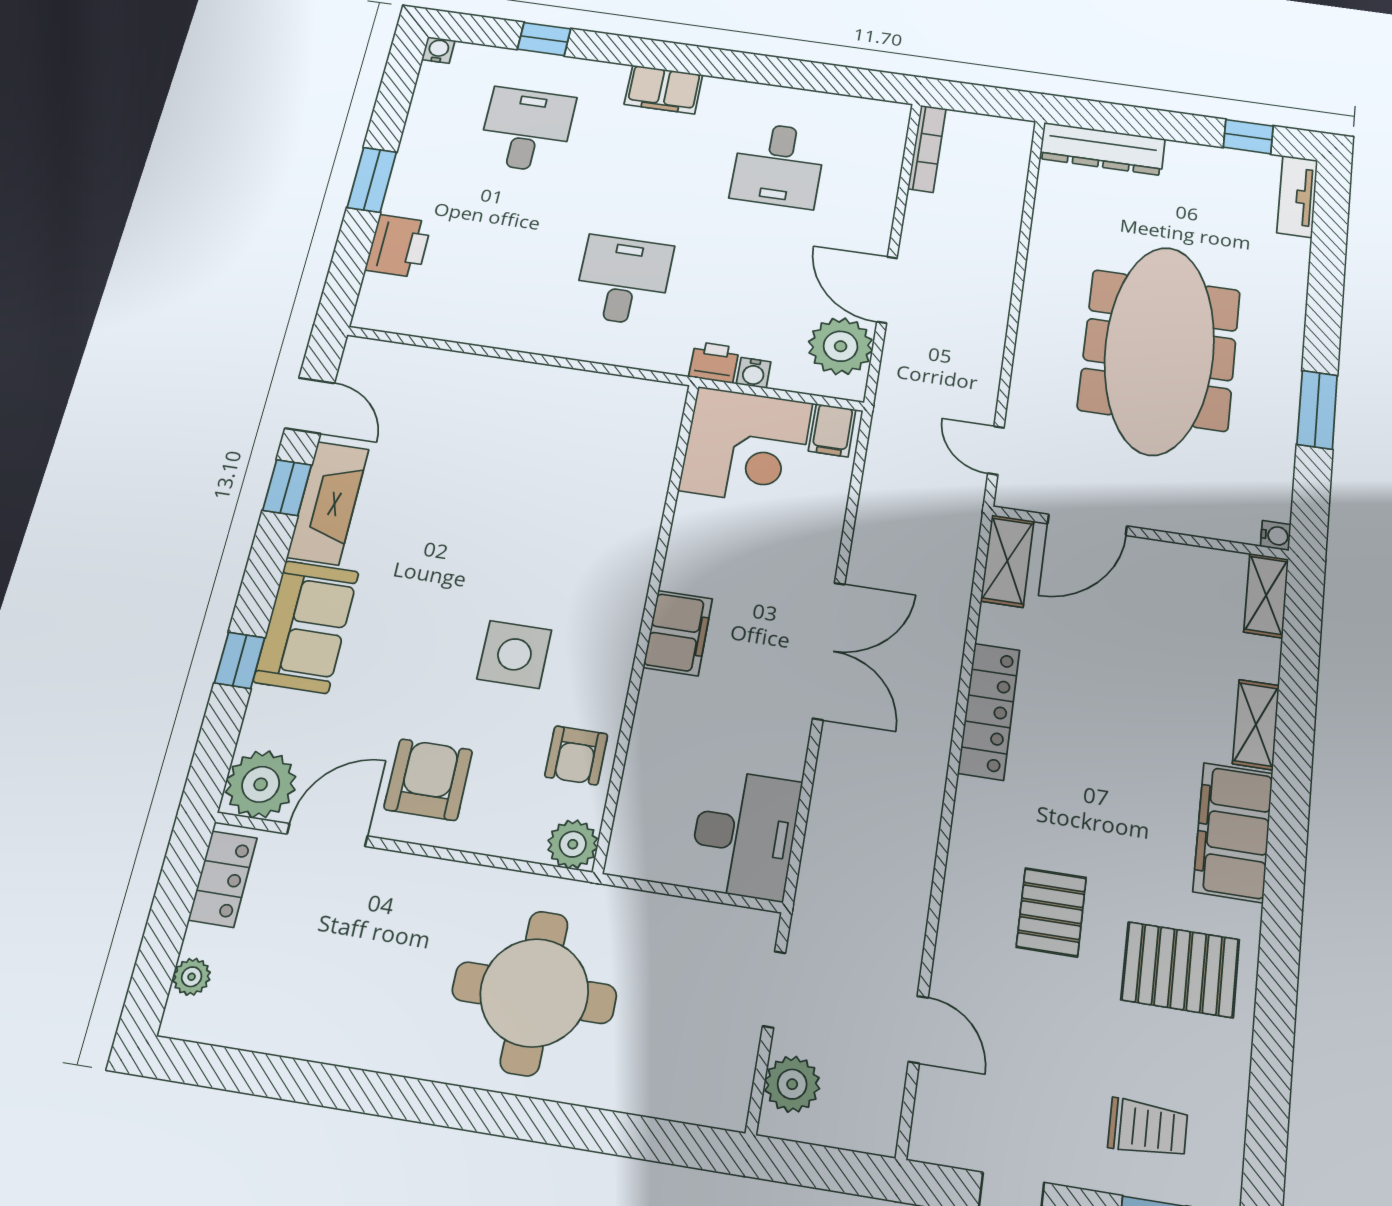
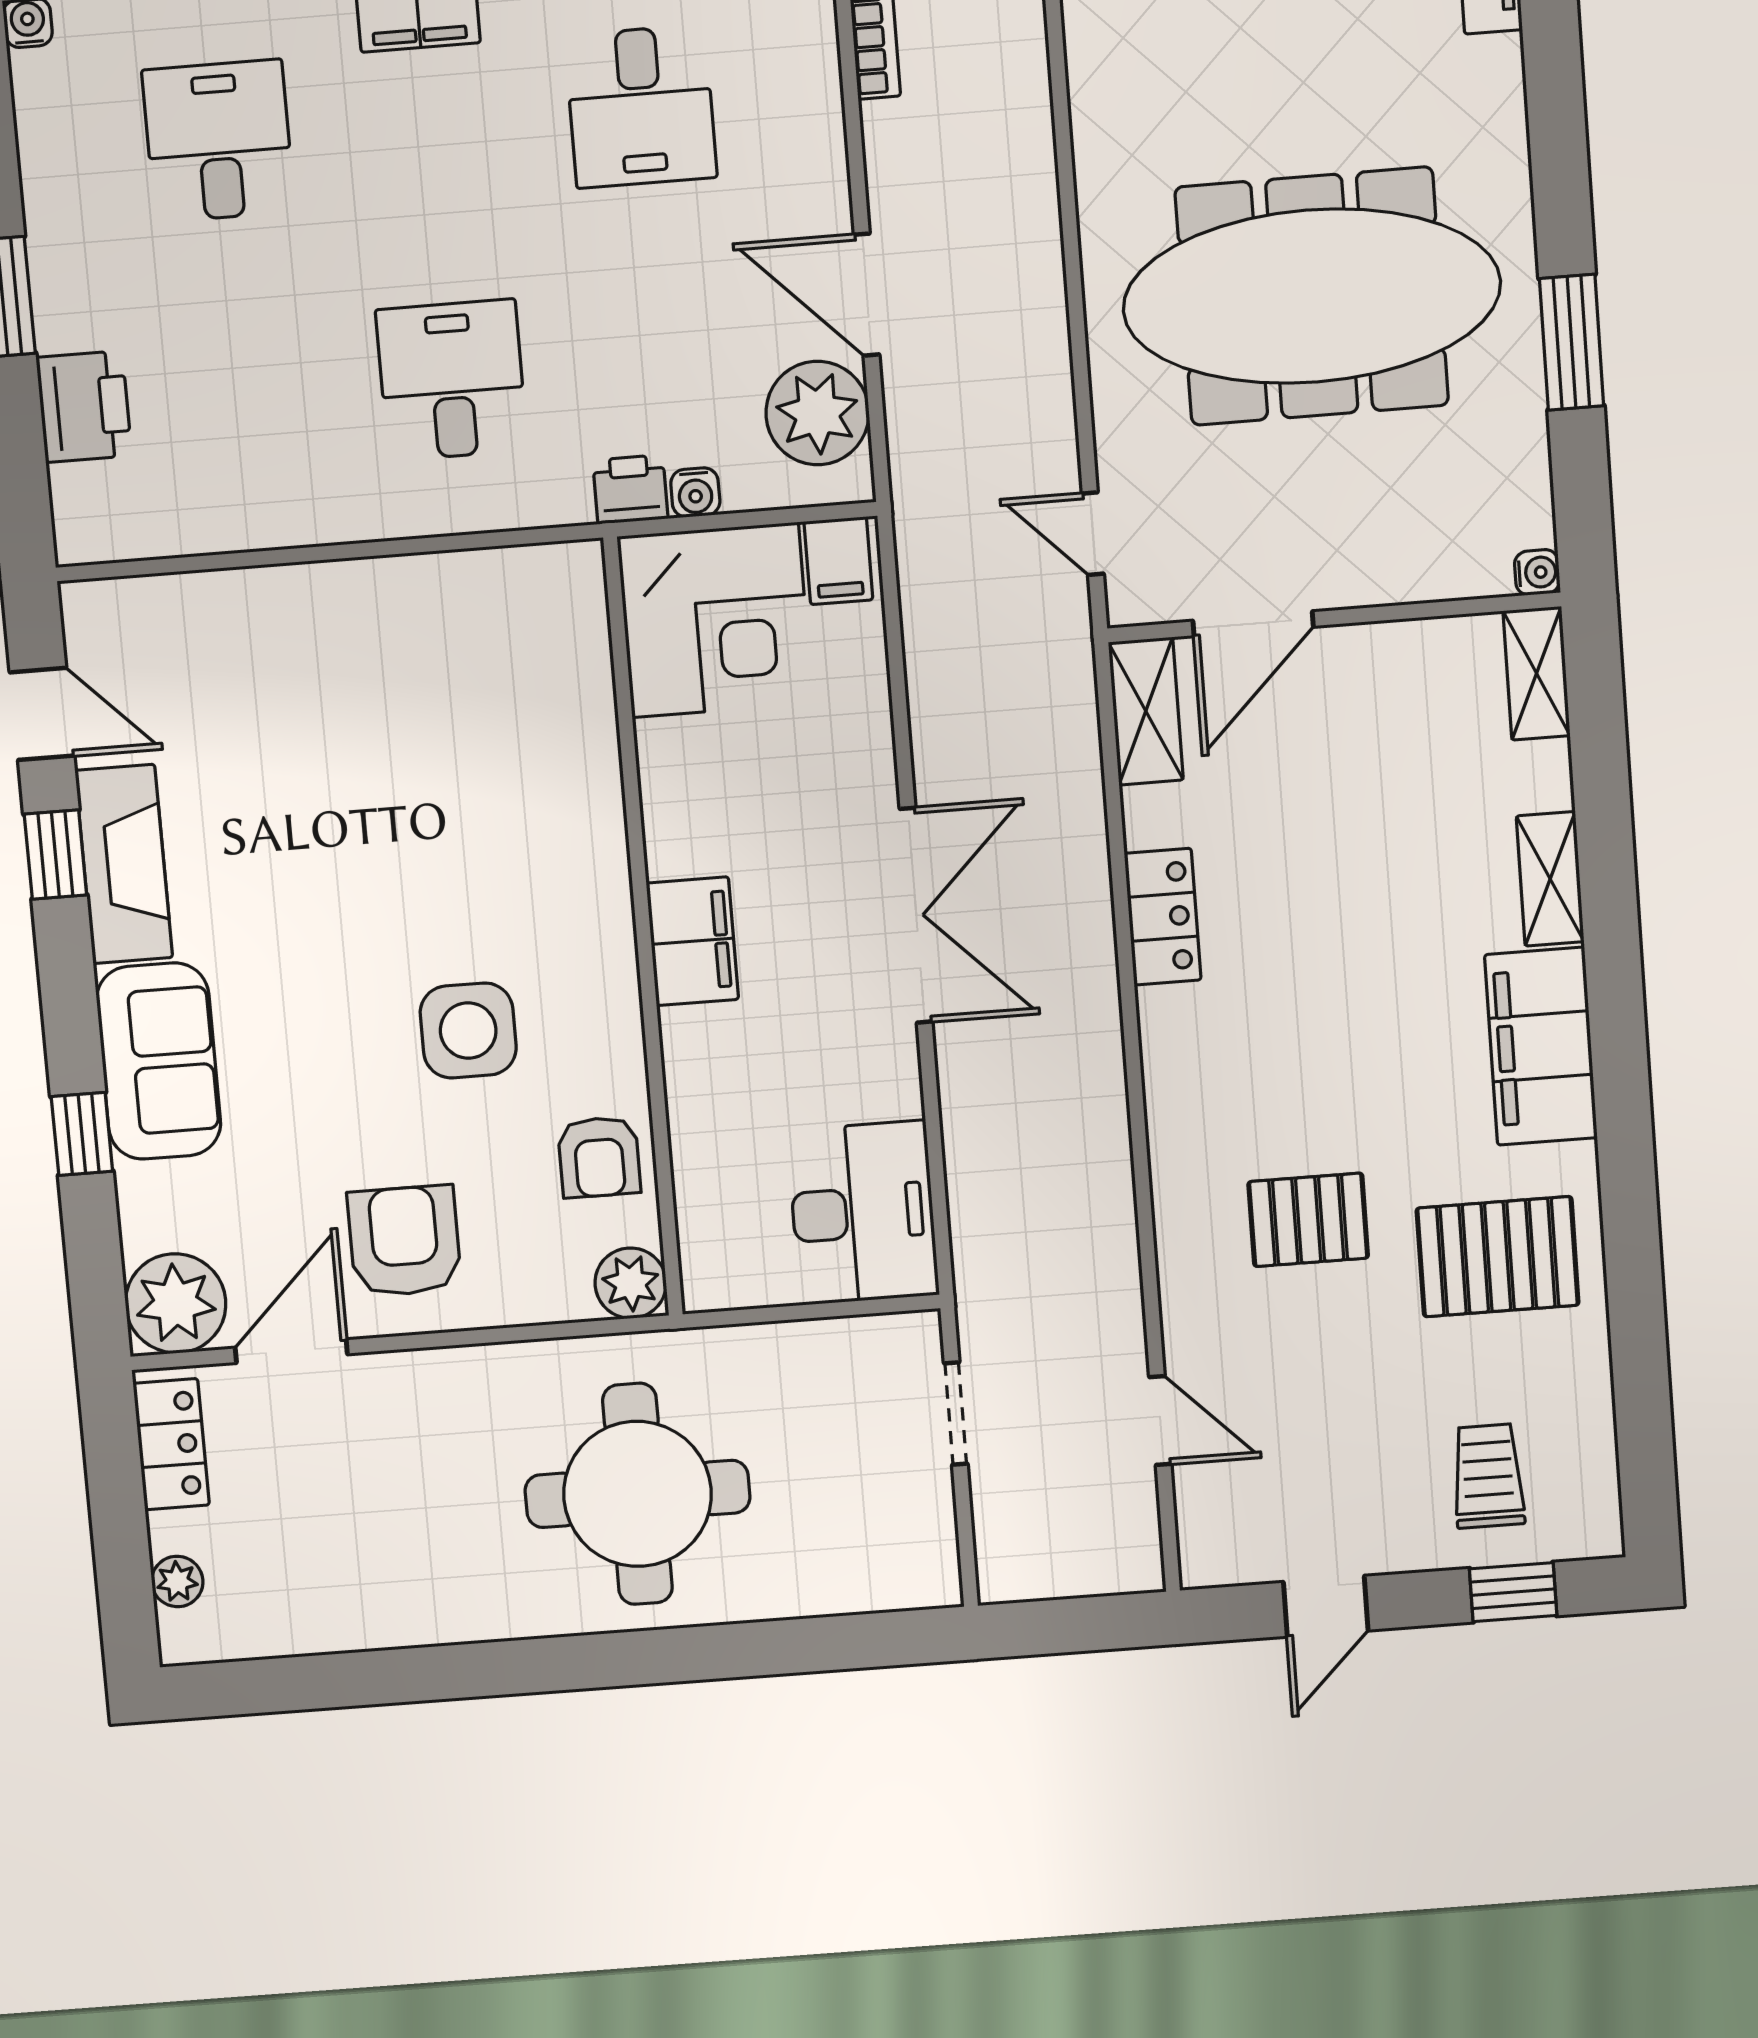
meeting table: (1159, 350) -> (1312, 296), turned 90
locker: (989, 711) -> (1163, 917), width x0.66
pallet: (1051, 912) -> (1308, 1220), turned 90
plant: (792, 1084) -> (1010, 1530), removed
trolley: (1148, 1128) -> (1488, 1476), turned -90

